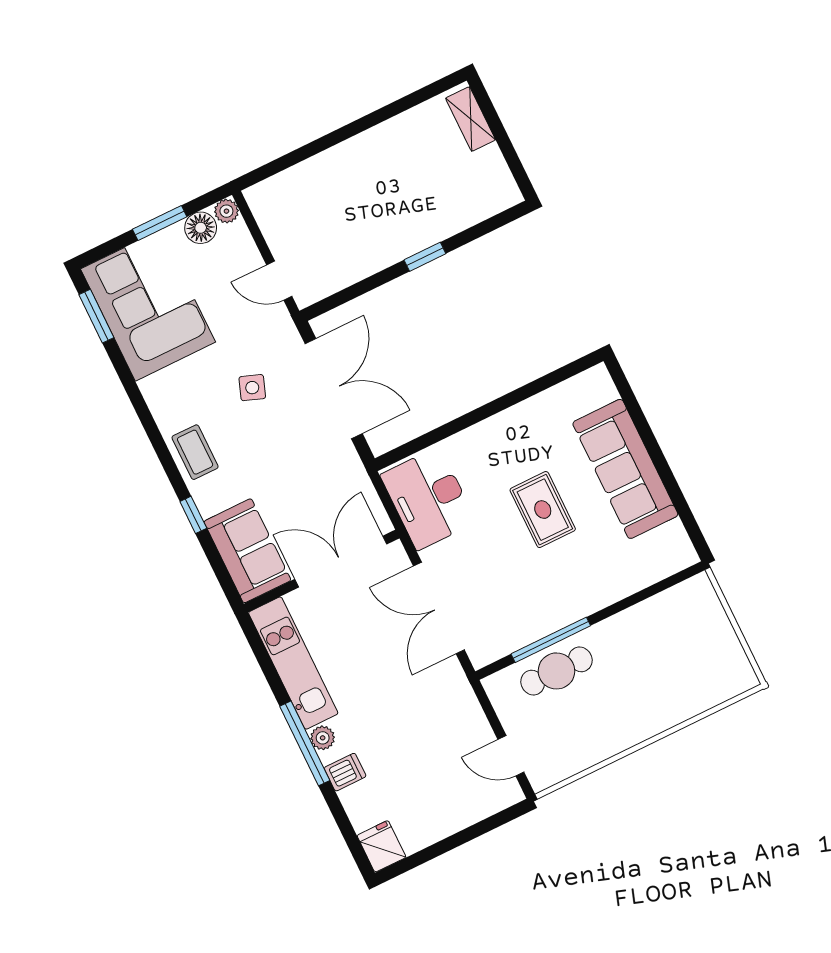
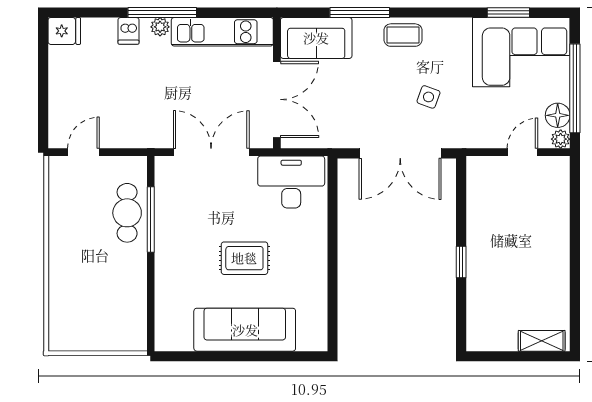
window: (160, 223) -> (575, 88), width x2.11
door: (279, 281) -> (522, 152), moved
window: (96, 316) -> (508, 12), moved
window: (193, 515) -> (360, 12), width x2.17

